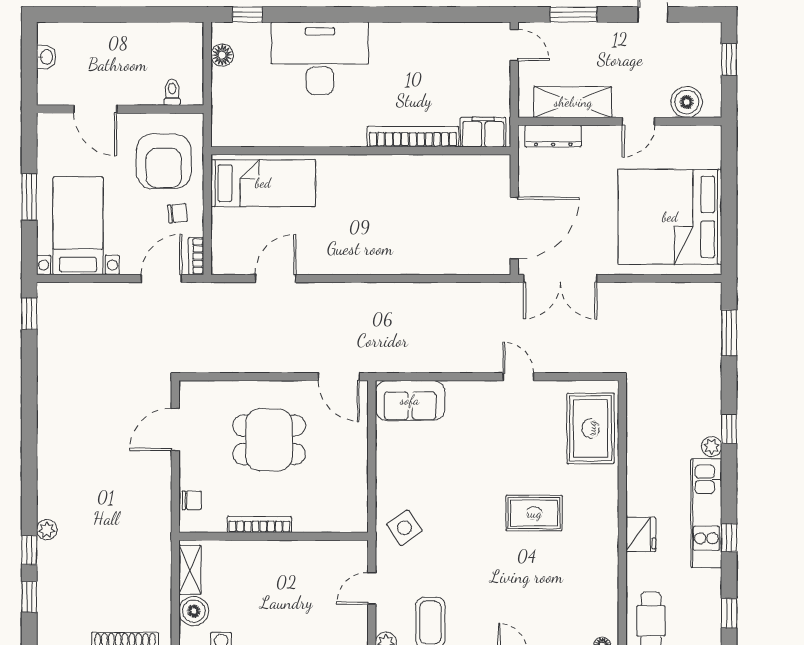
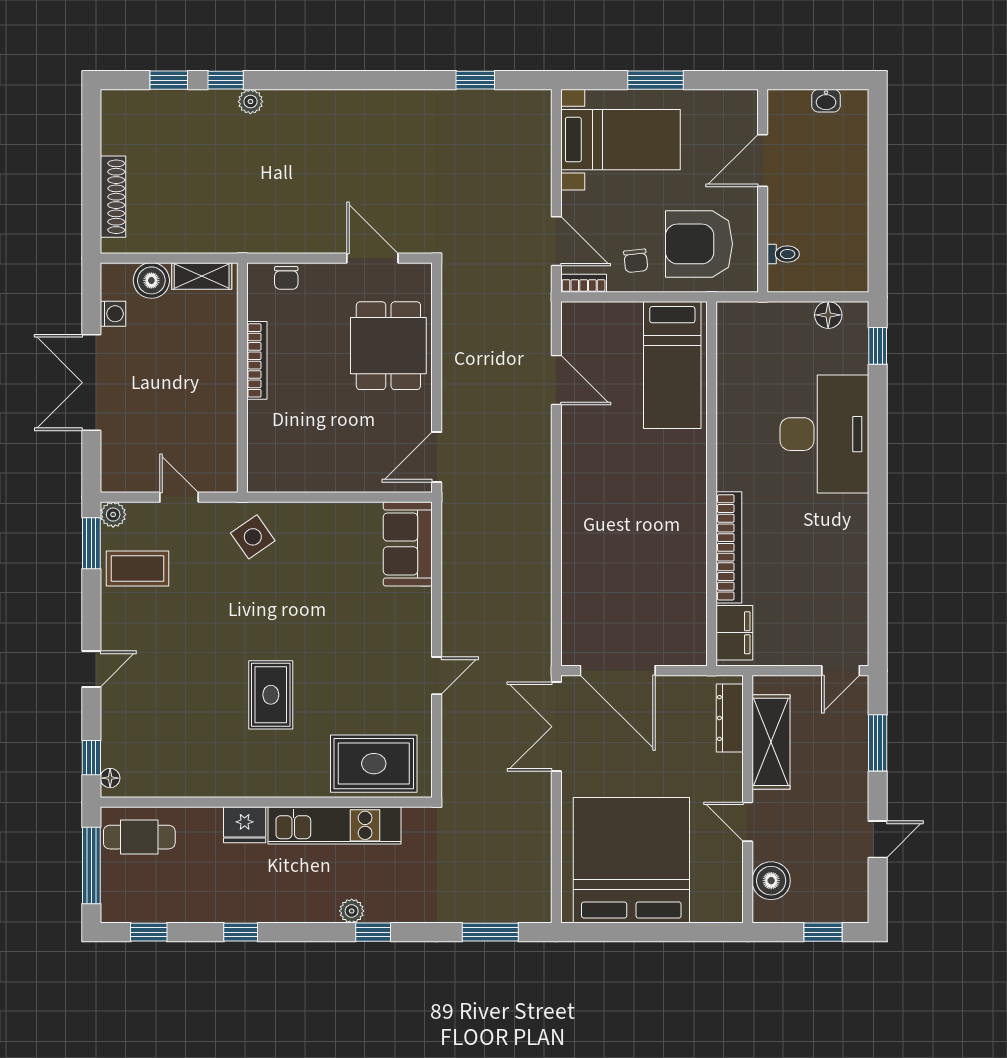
window: (29, 314) -> (475, 80), moved
dining table: (269, 440) -> (388, 346), moved
kitchen unit: (706, 513) -> (334, 825), moved, turned 180

